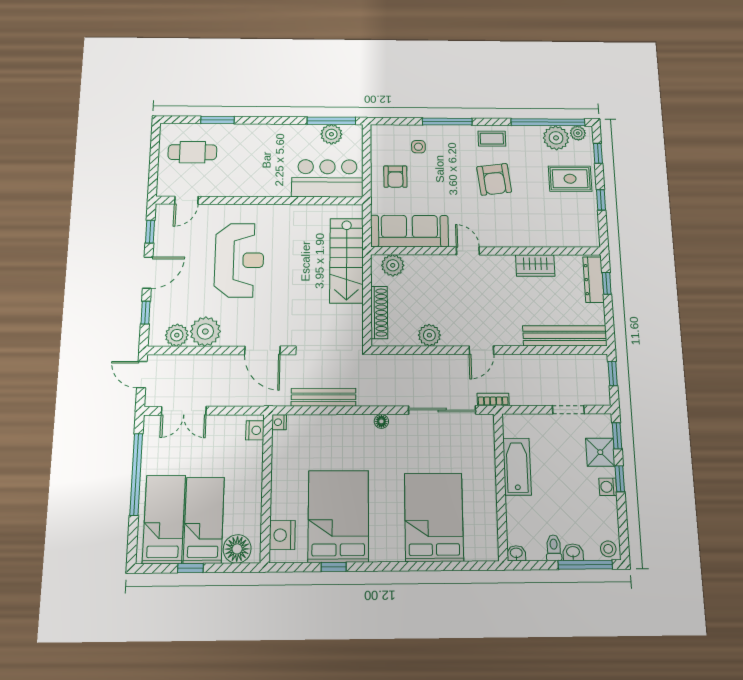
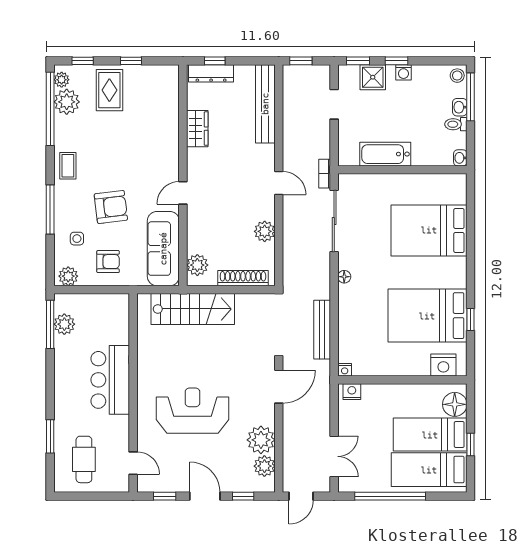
plant: (380, 138) -> (68, 276), added
bar counter: (327, 178) -> (110, 380), moved
armchair: (494, 179) -> (111, 207), moved

